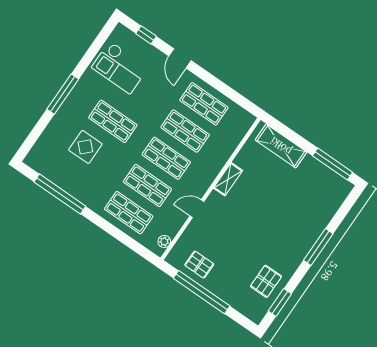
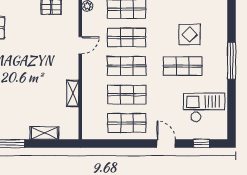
shelving: (281, 146) -> (44, 133), width x0.67, depth x0.75
shelving: (228, 179) -> (73, 93), moved

